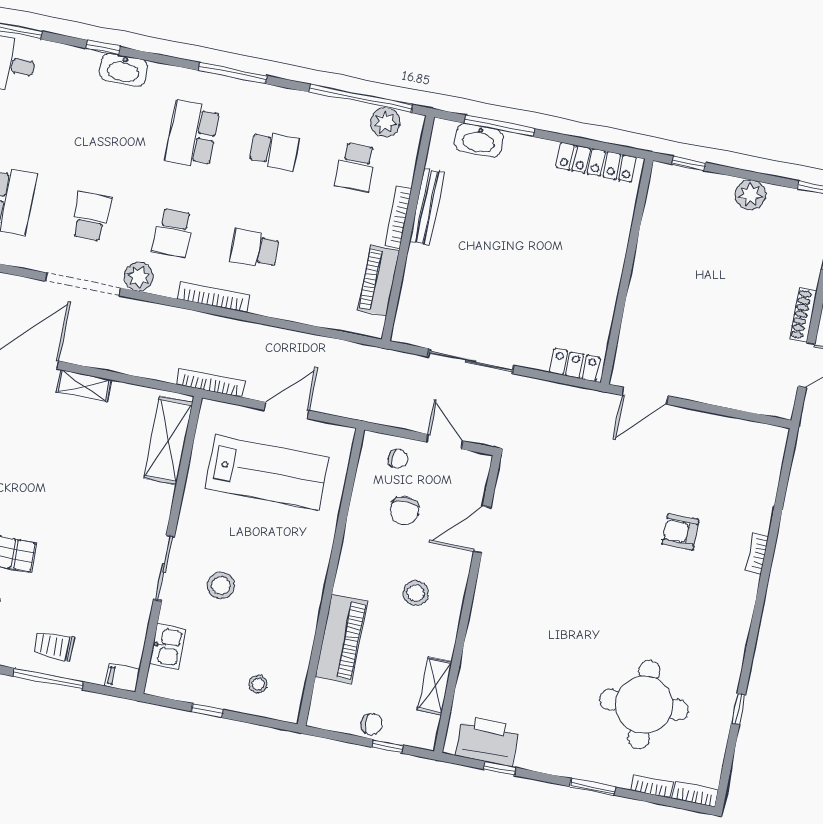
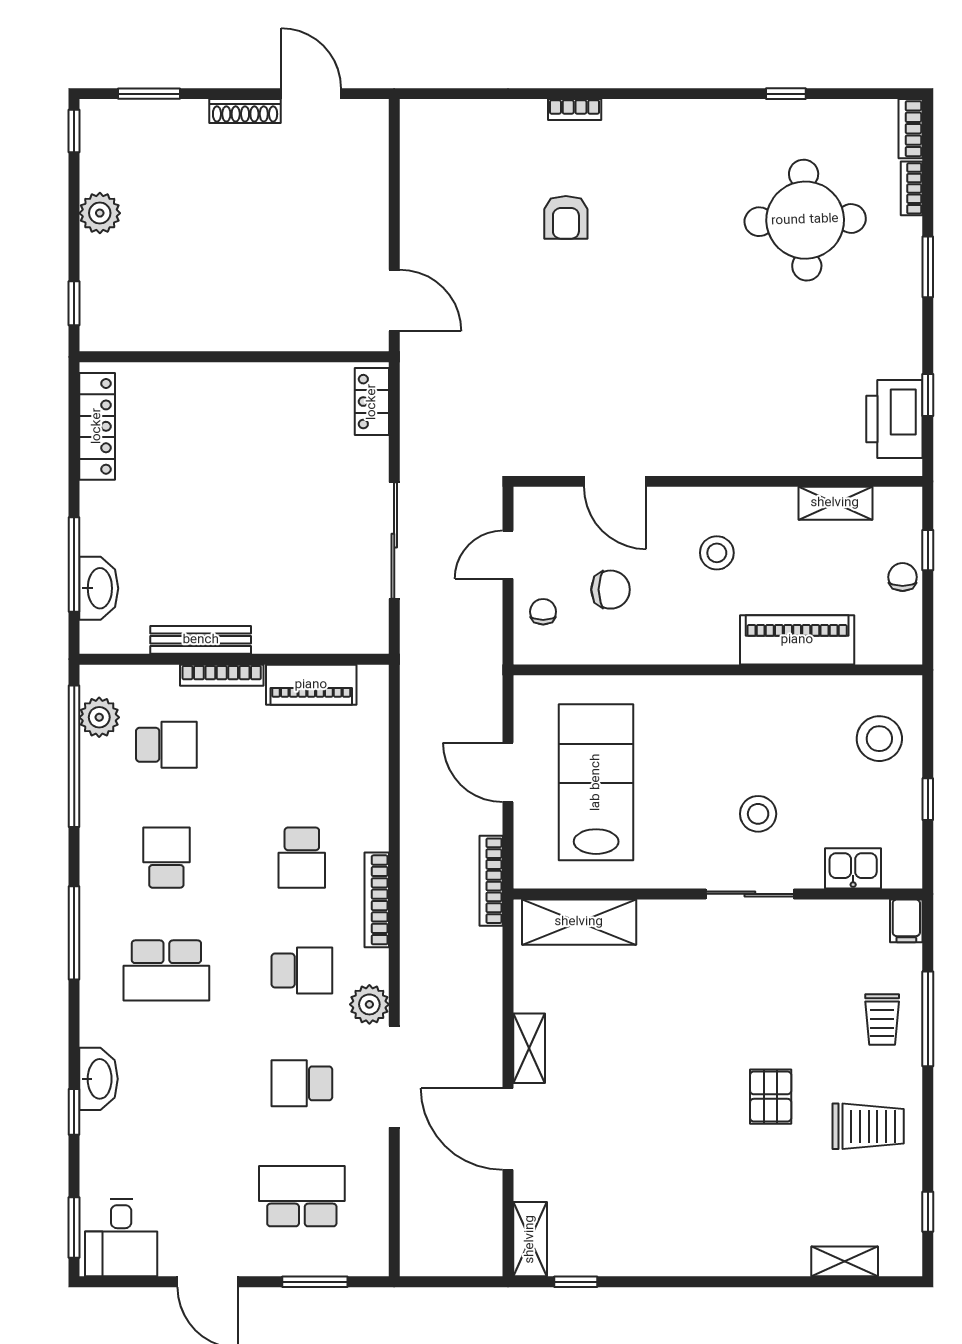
stool: (258, 684) -> (879, 739), width x1.89, depth x1.89

